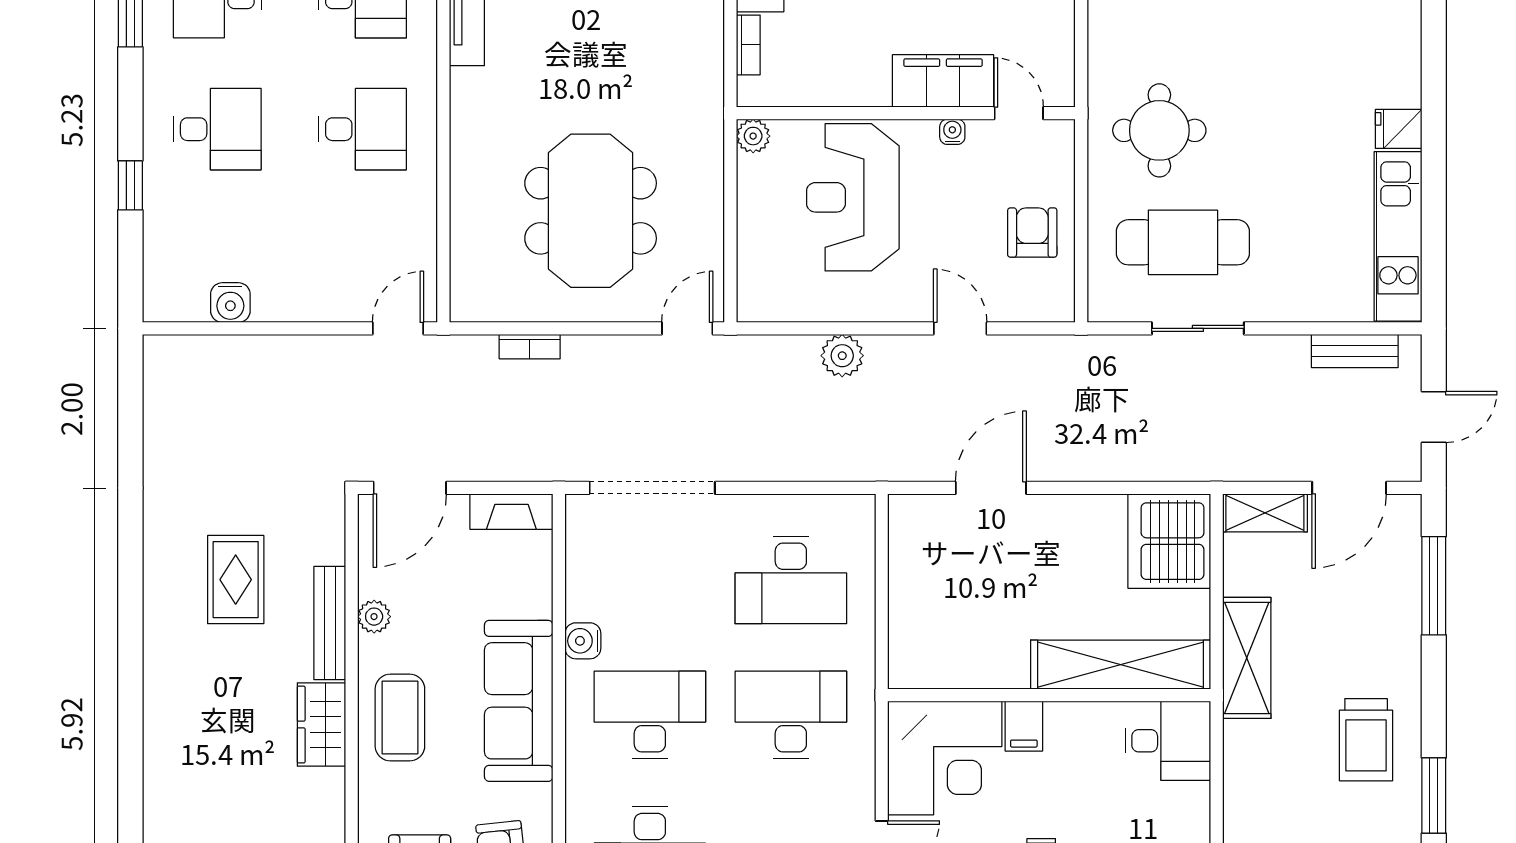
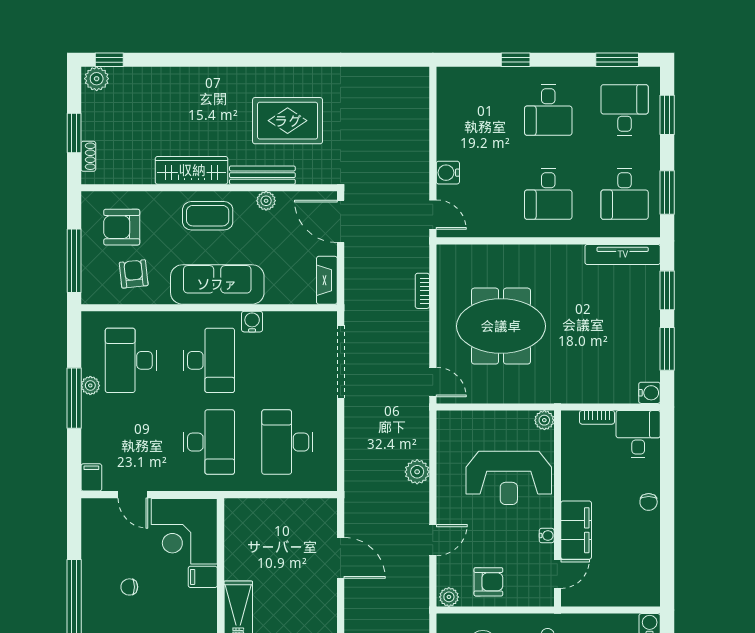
reception desk: (853, 197) -> (509, 478), turned 180
plant: (1058, 301) -> (449, 597), added
water cooler: (230, 303) -> (448, 173), moved
rug: (236, 580) -> (288, 121), width x1.36, depth x1.43
wardrobe: (321, 725) -> (192, 170), width x1.50

